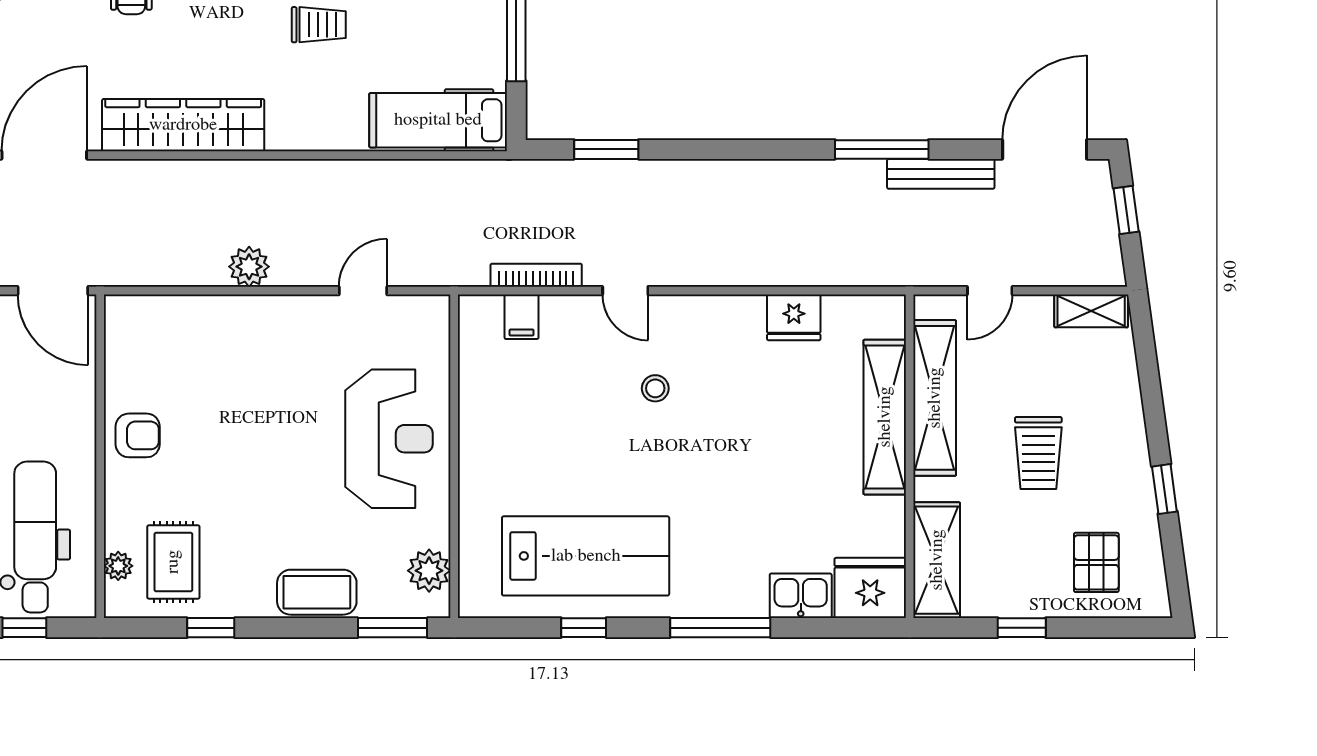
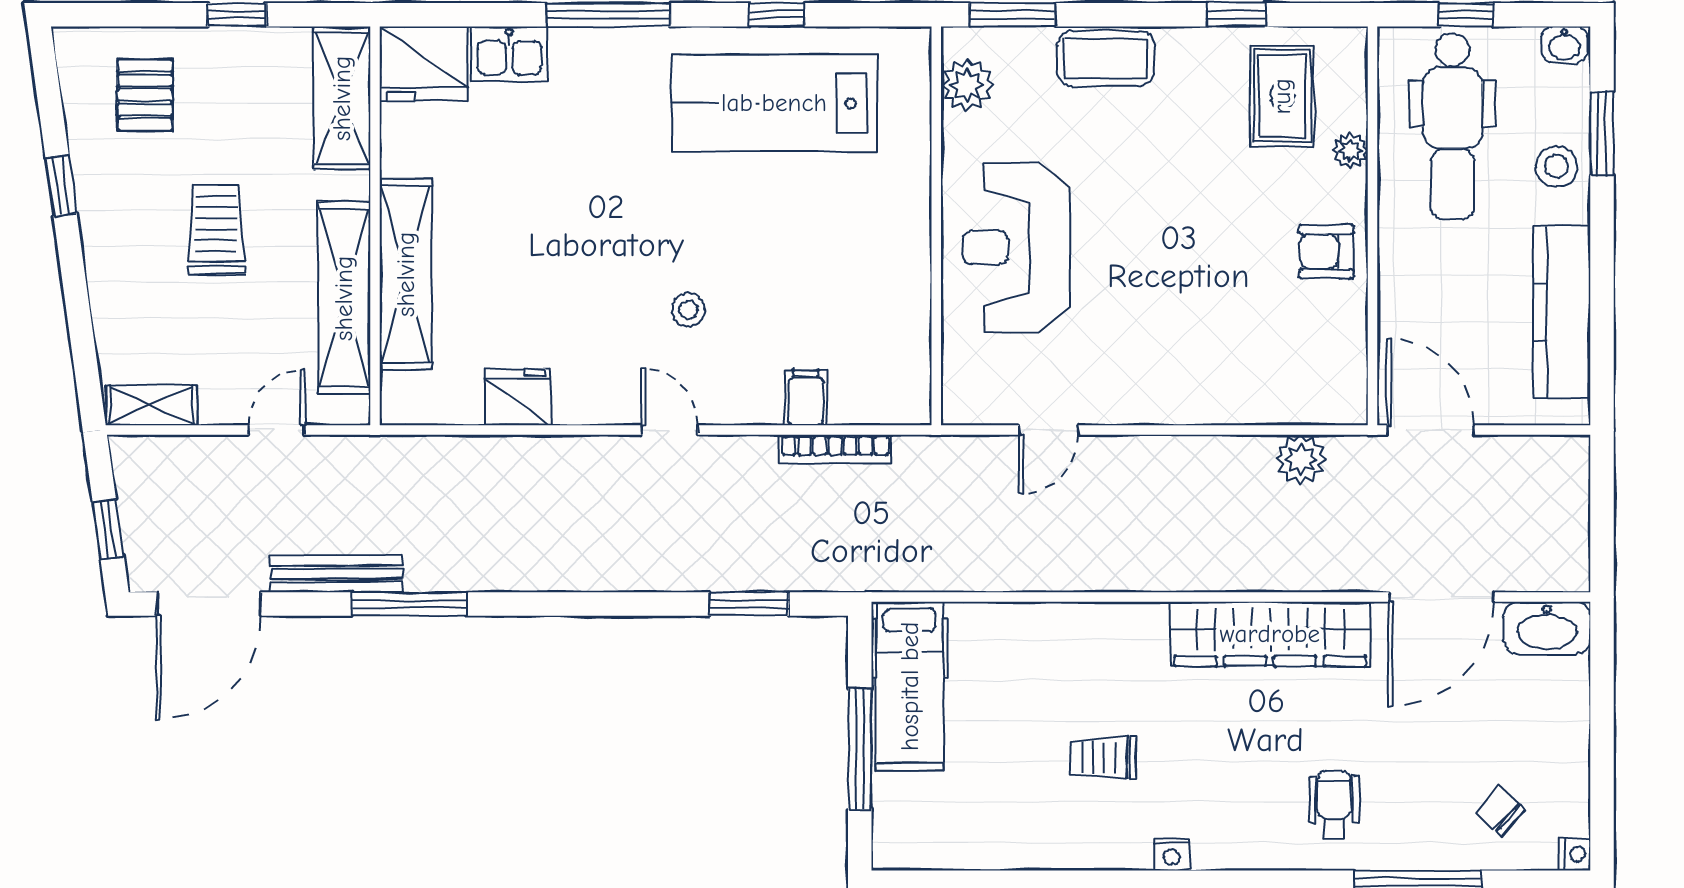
hospital bed: (438, 120) -> (910, 686), moved, turned 90
plant: (249, 267) -> (1301, 459), moved
door: (625, 291) -> (669, 430), moved
filing cabinet: (522, 317) -> (806, 398), moved
plant: (118, 566) -> (1350, 151), moved

